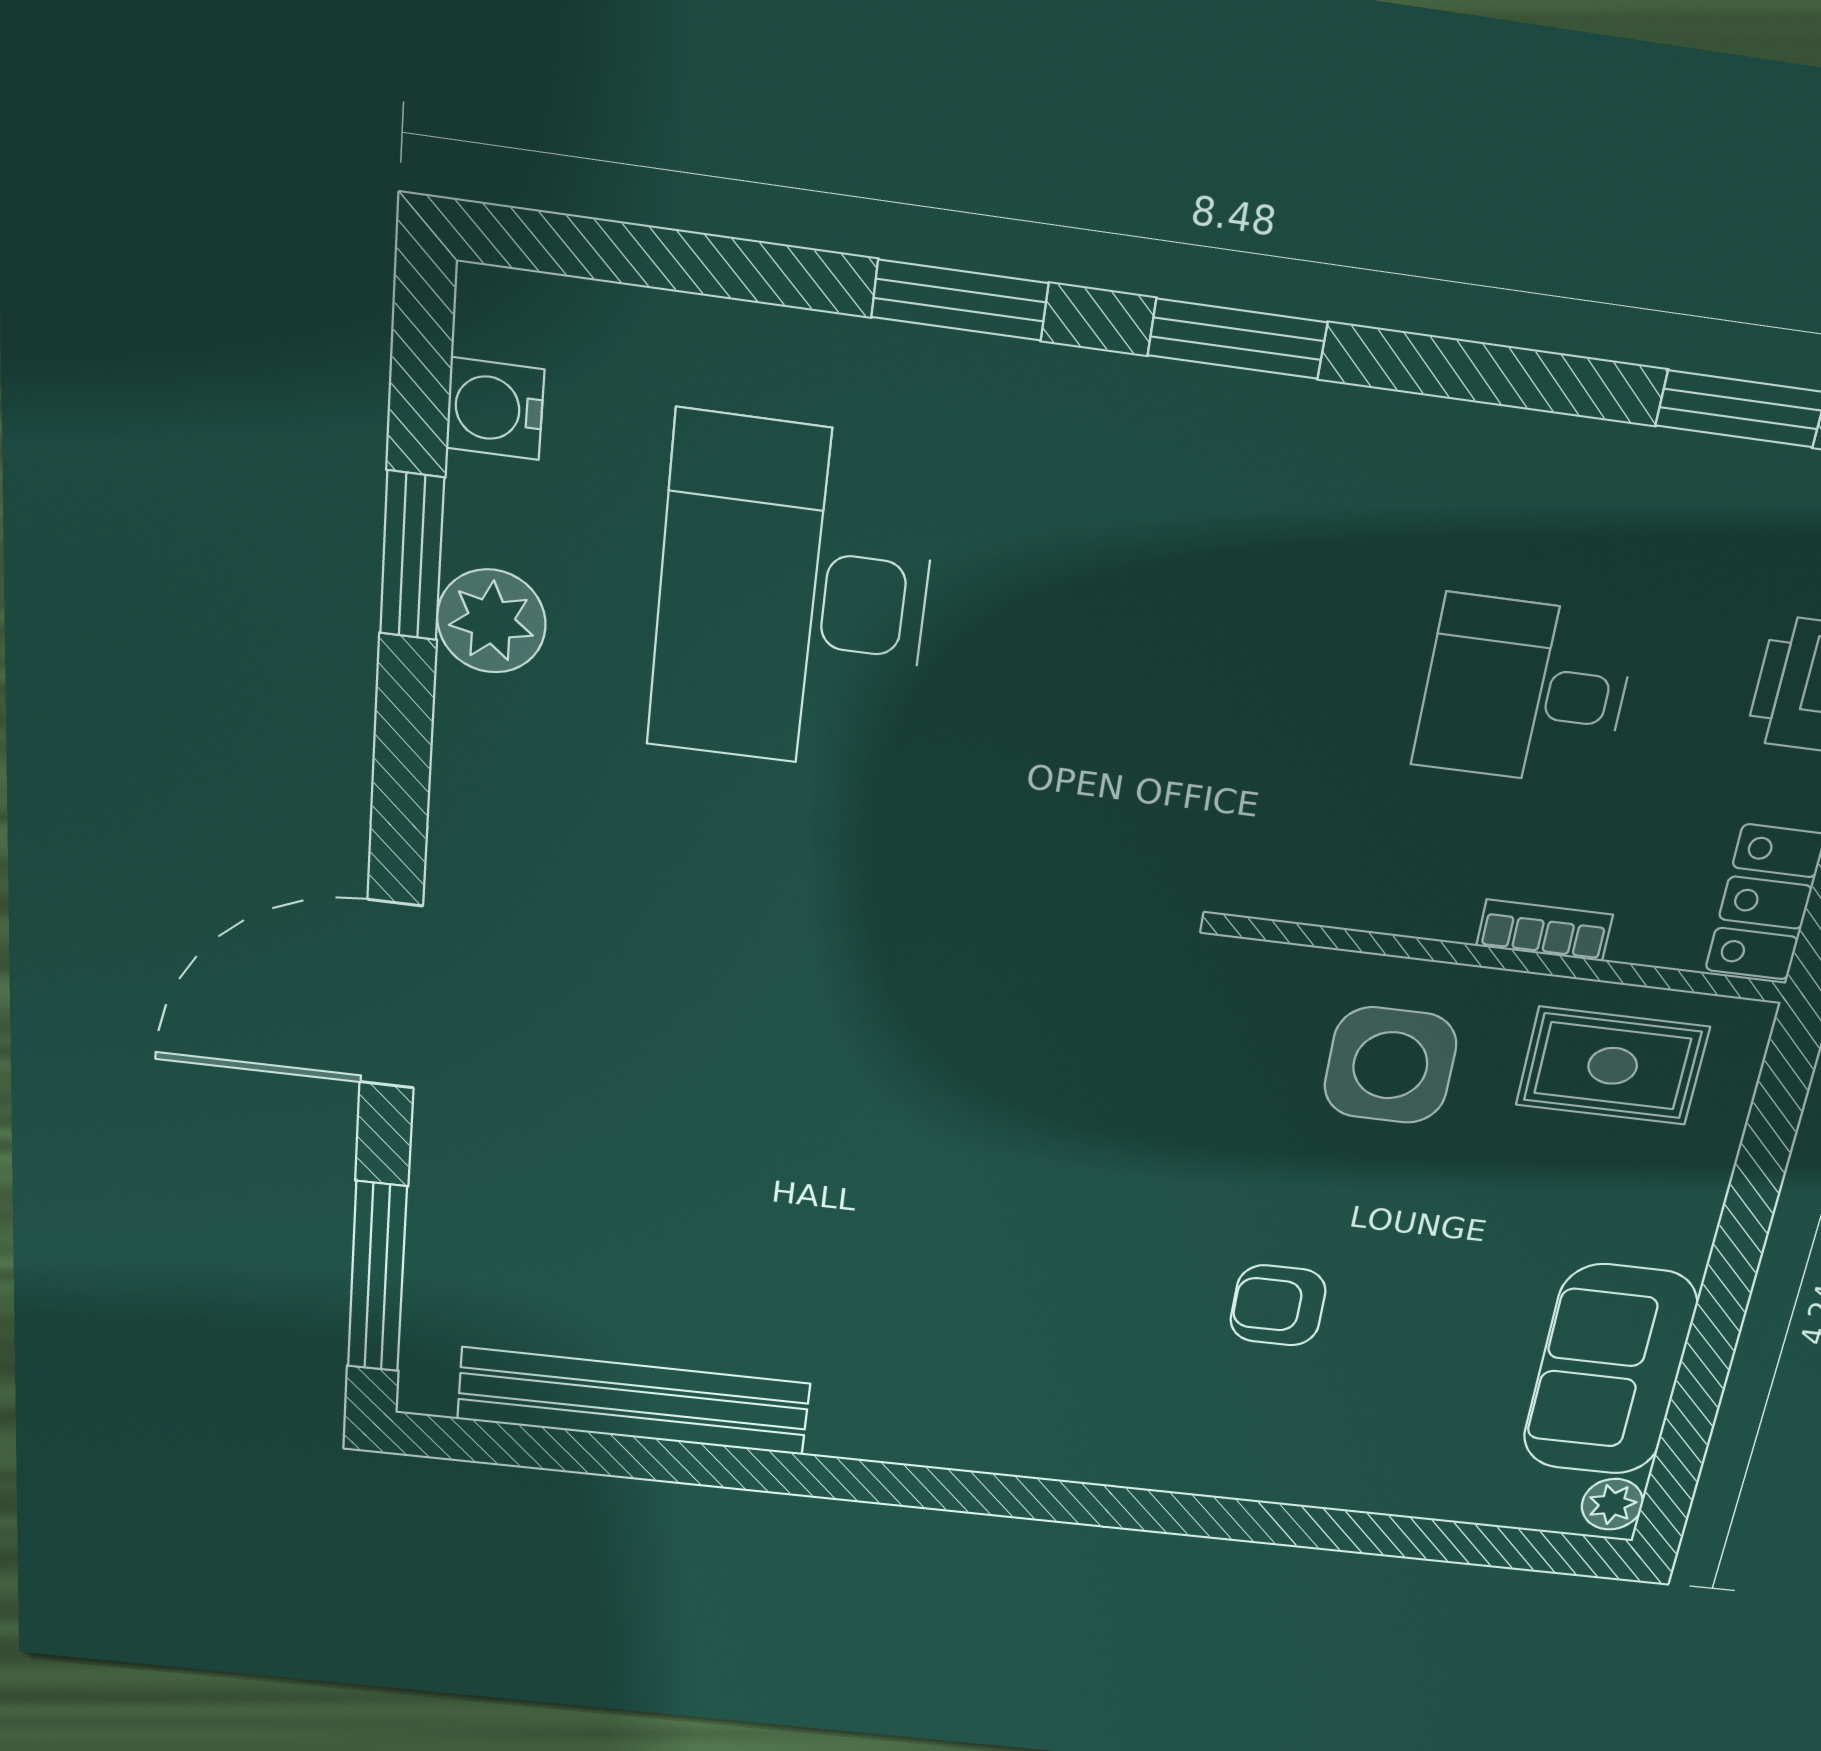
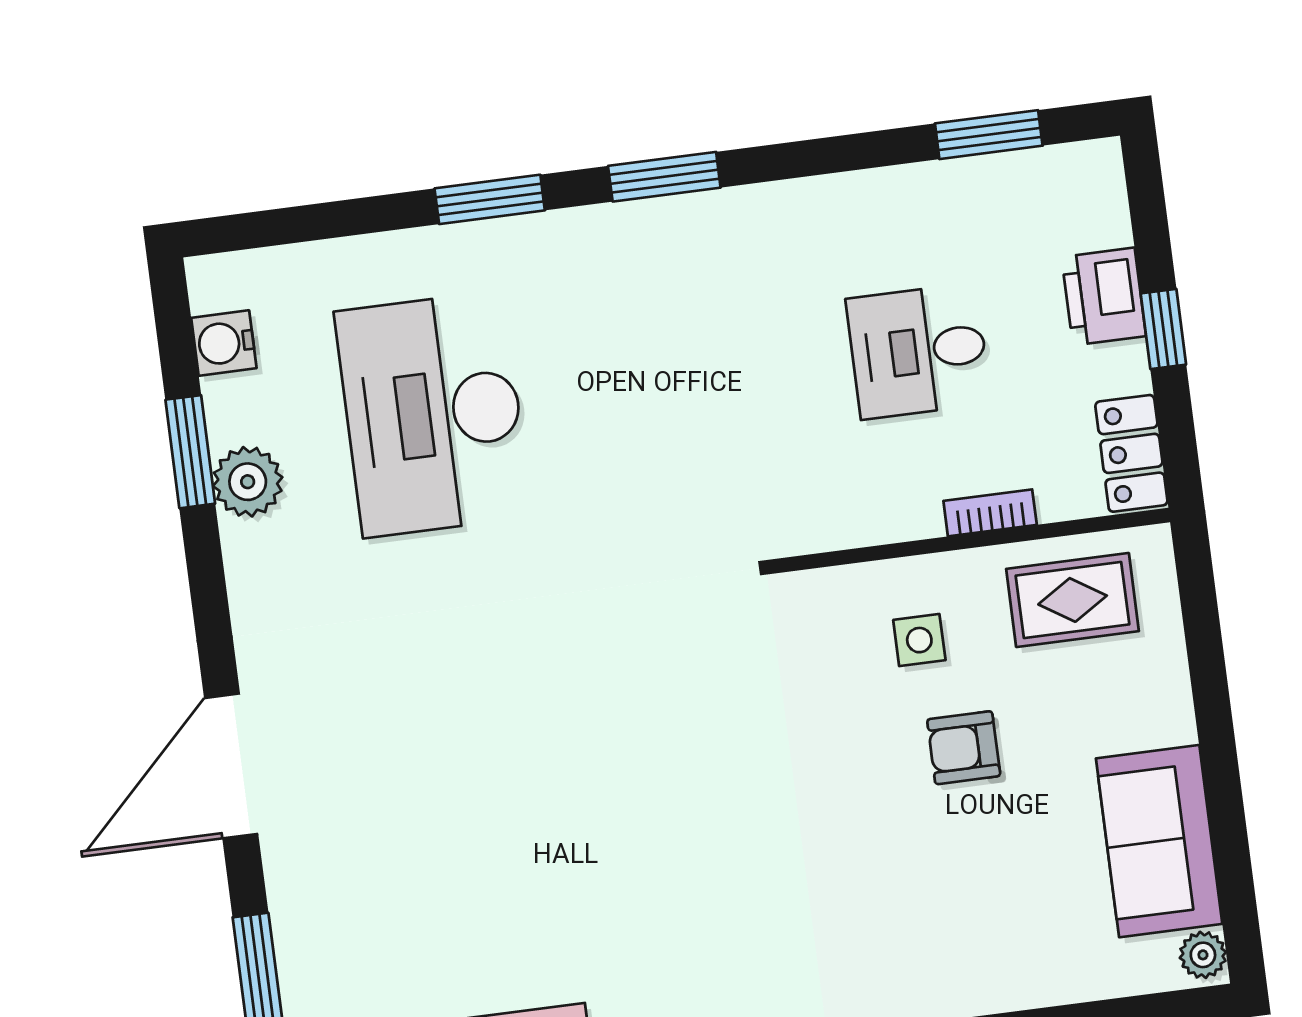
side table: (1390, 1065) -> (919, 640), width x0.54, depth x0.54
armchair: (1278, 1305) -> (964, 748), moved

